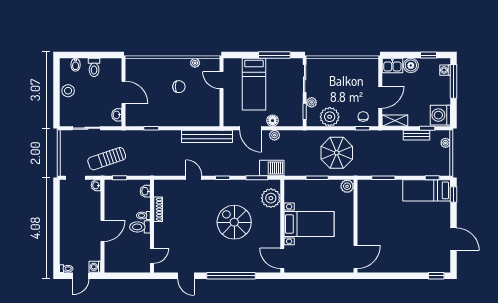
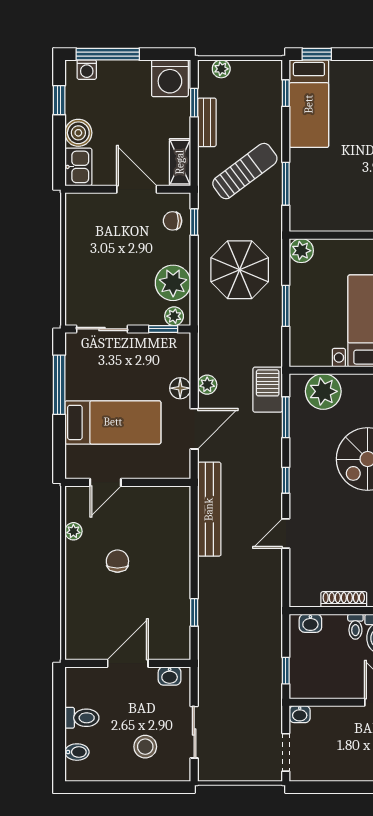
stool: (68, 91) -> (145, 747), moved
plant: (312, 102) -> (174, 316), moved
sun lounger: (107, 159) -> (245, 171), moved, turned -108

